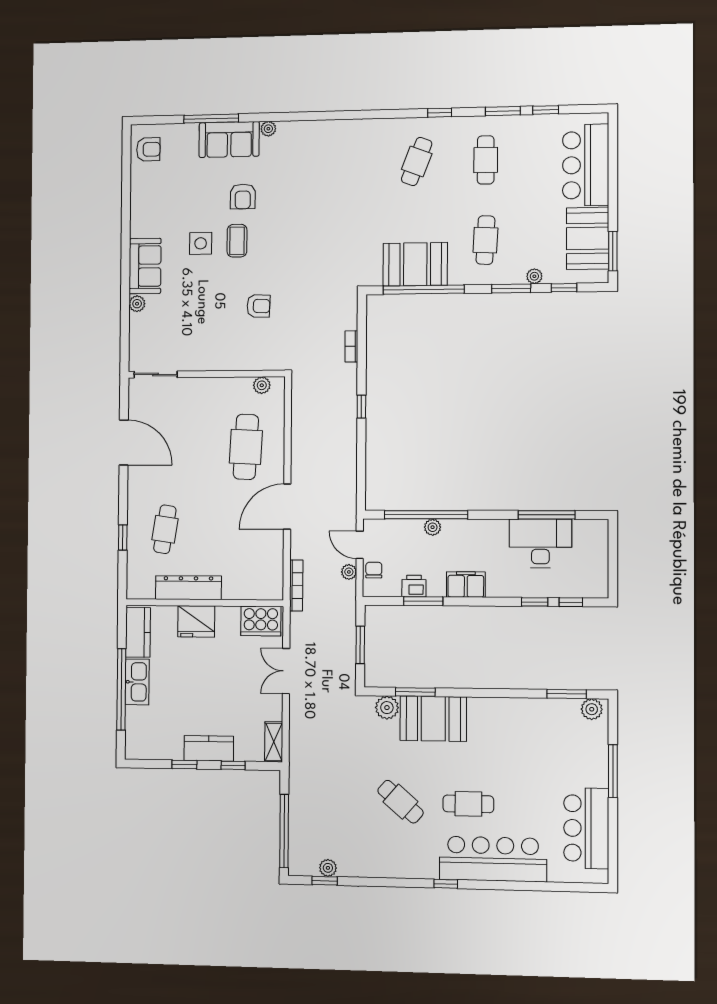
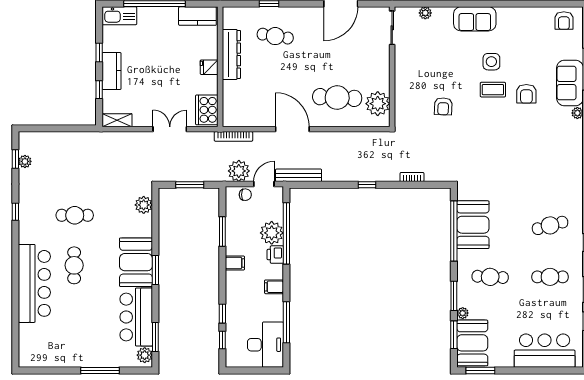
cafe table: (417, 161) -> (550, 225), turned -36
armchair: (243, 196) -> (526, 94), turned -90
booth: (588, 238) -> (472, 343), moved, turned 90
window: (564, 288) -> (454, 335), width x1.50
plant: (137, 304) -> (425, 13), moved
plant: (262, 385) -> (378, 104), width x1.87, depth x1.87
bench: (348, 498) -> (299, 175), added
plant: (433, 527) -> (272, 233), width x1.88, depth x1.88
filing cabinet: (498, 532) -> (274, 287), added
desk: (540, 543) -> (265, 345), moved
plant: (349, 572) -> (239, 171), width x1.88, depth x1.88
filing cabinet: (466, 585) -> (235, 263), width x0.50
printer: (414, 586) -> (275, 255), moved, turned 180
fridge: (196, 621) -> (209, 67), width x0.53, depth x0.75
kitchen sink: (137, 682) -> (119, 16), moved
window: (415, 692) -> (155, 270), moved
booth: (433, 719) -> (136, 262), moved
cafe table: (401, 802) -> (75, 215), turned 49
bar counter: (586, 828) -> (136, 317), moved, turned -90
window: (284, 831) -> (51, 128), removed
window: (446, 884) -> (15, 212), moved

